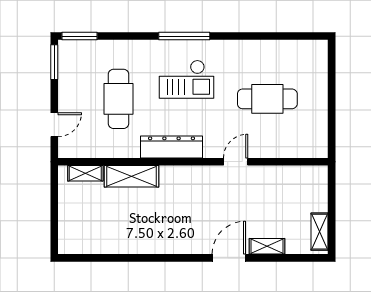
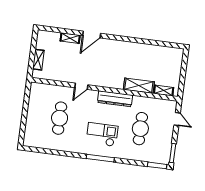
cafe table: (267, 99) -> (60, 118), turned 90
door: (54, 125) -> (177, 119), swing flipped
shelving: (319, 232) -> (38, 60), moved

